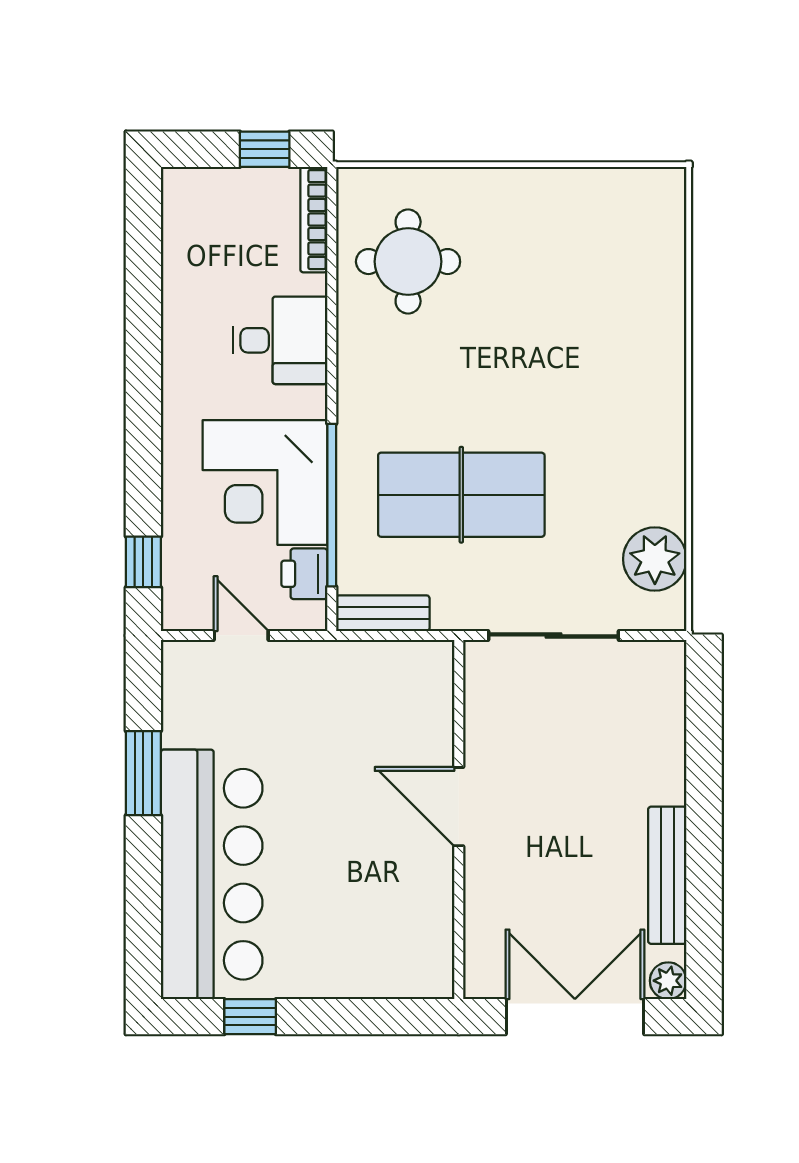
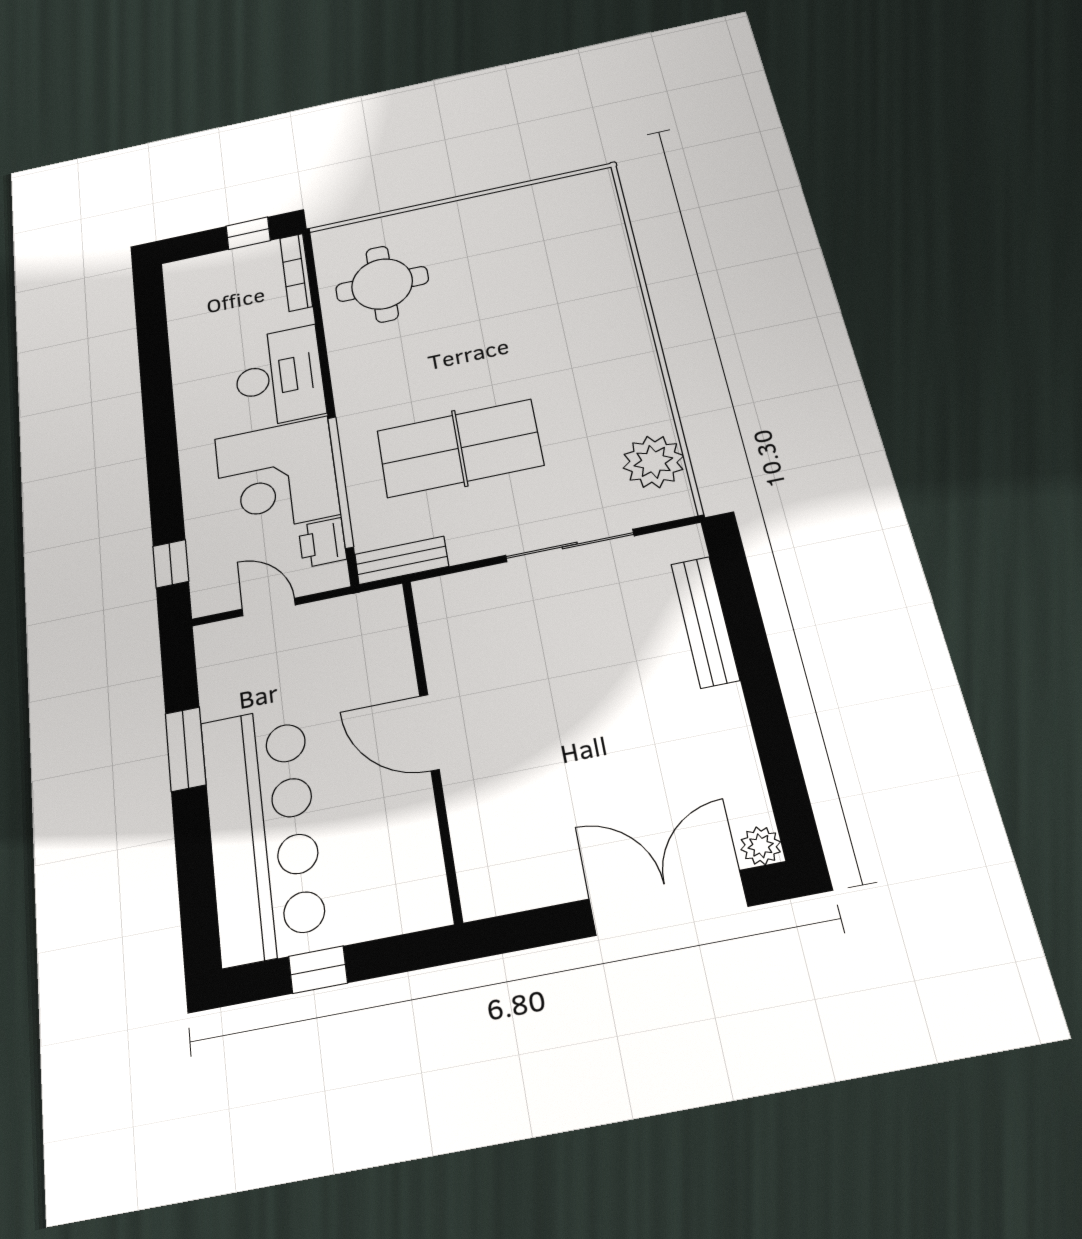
desk: (280, 340) -> (279, 377), width x1.37
door: (459, 807) -> (429, 733), moved
wall: (459, 819) -> (431, 745), moved
bench: (667, 875) -> (705, 622), moved

